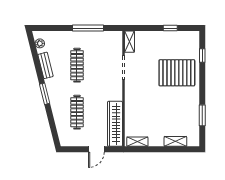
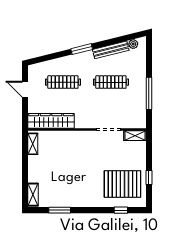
bench: (46, 65) -> (111, 50), width x1.36
pallet: (177, 73) -> (122, 184), moved, turned 90
shelving: (175, 141) -> (33, 195), moved
door: (96, 149) -> (25, 89), moved

